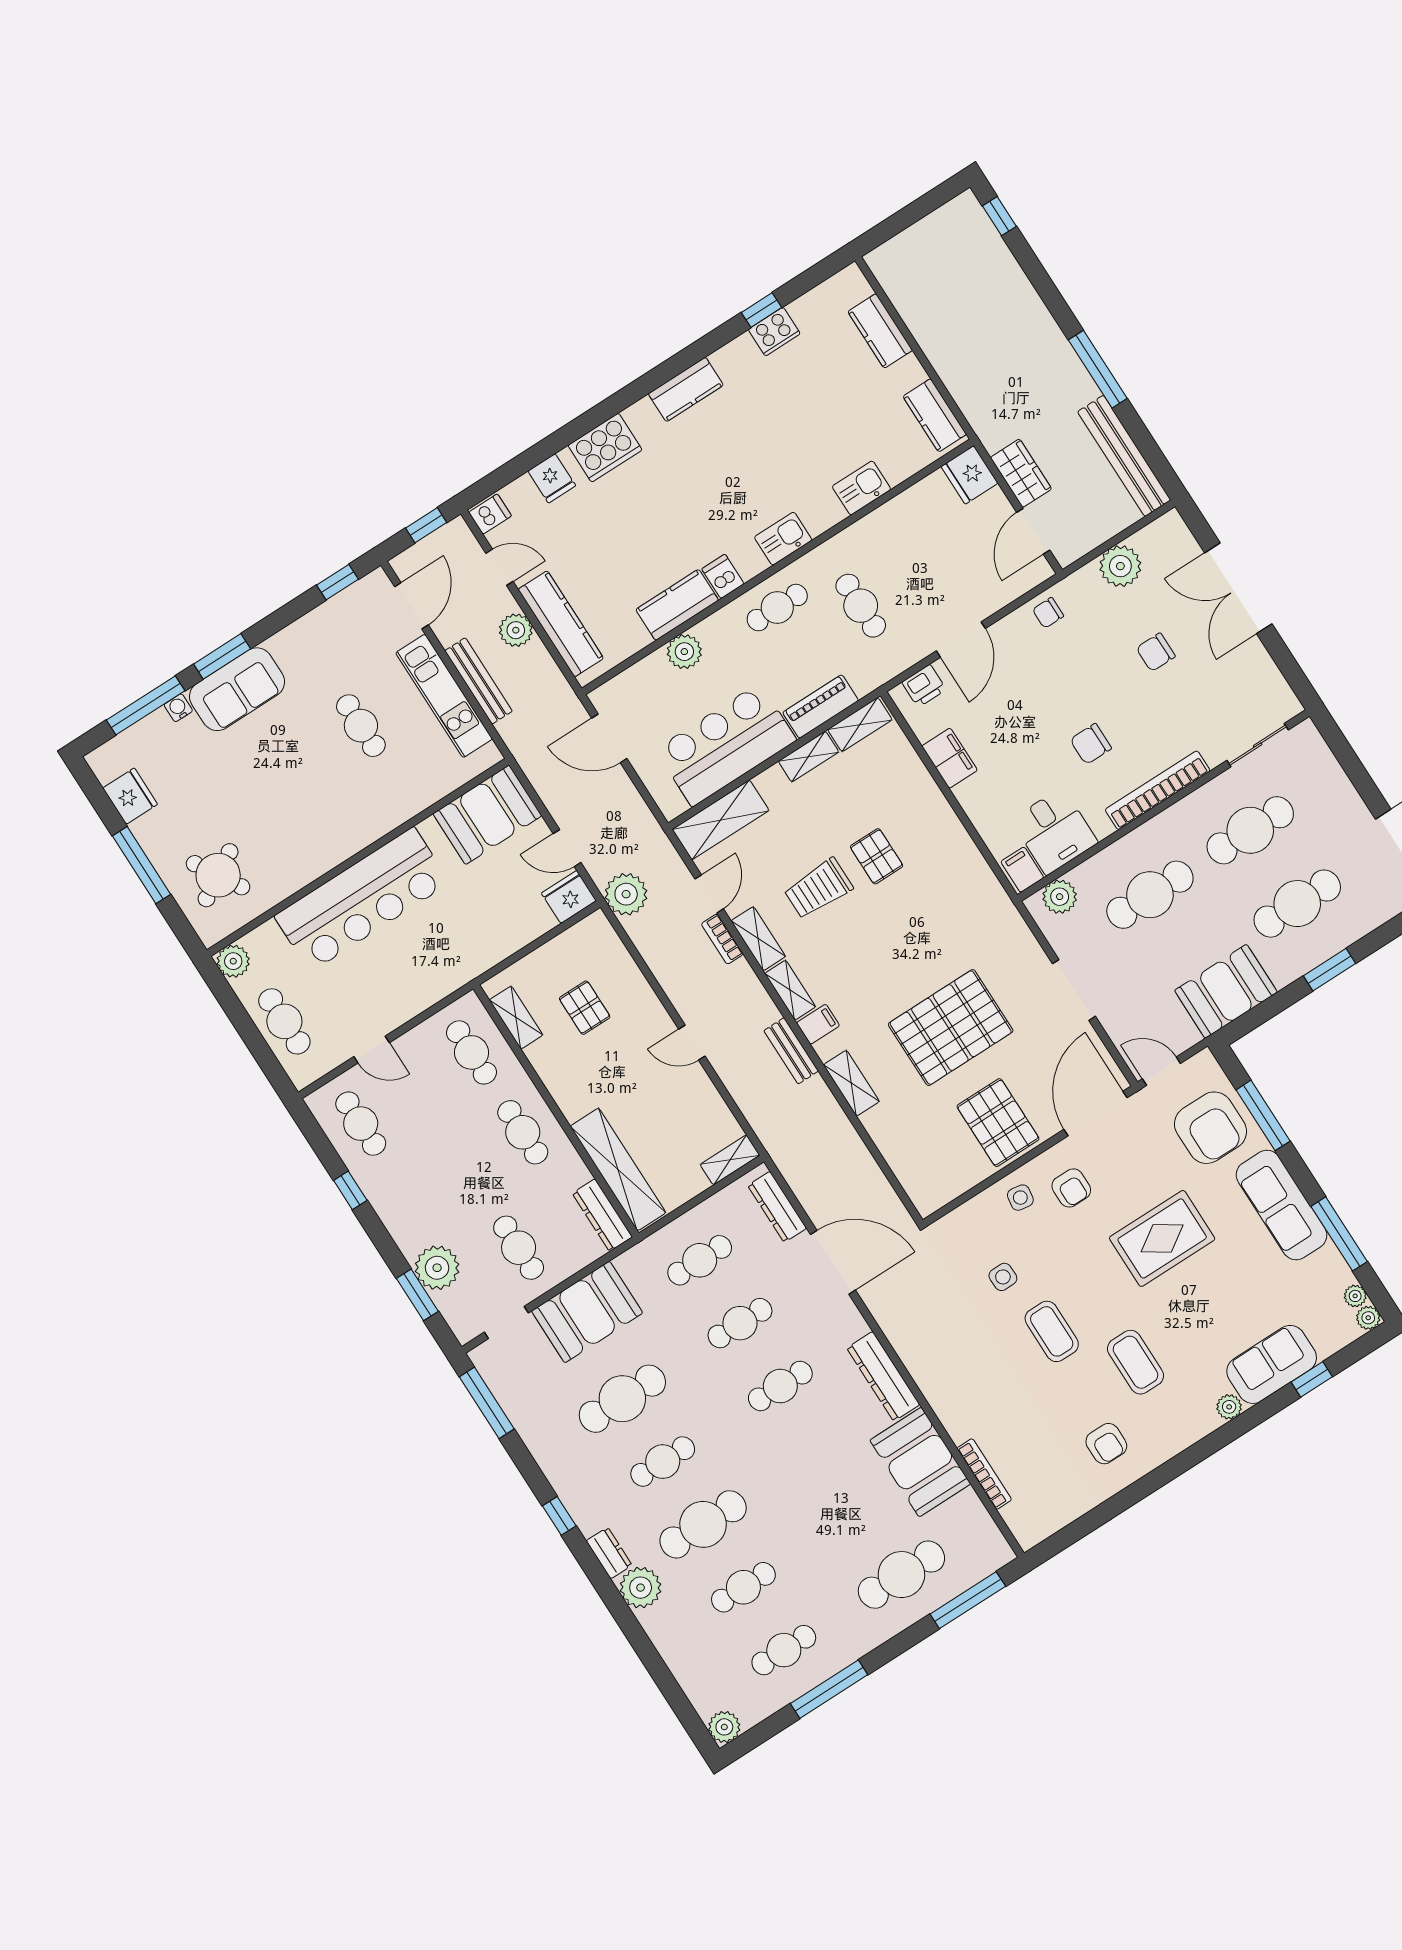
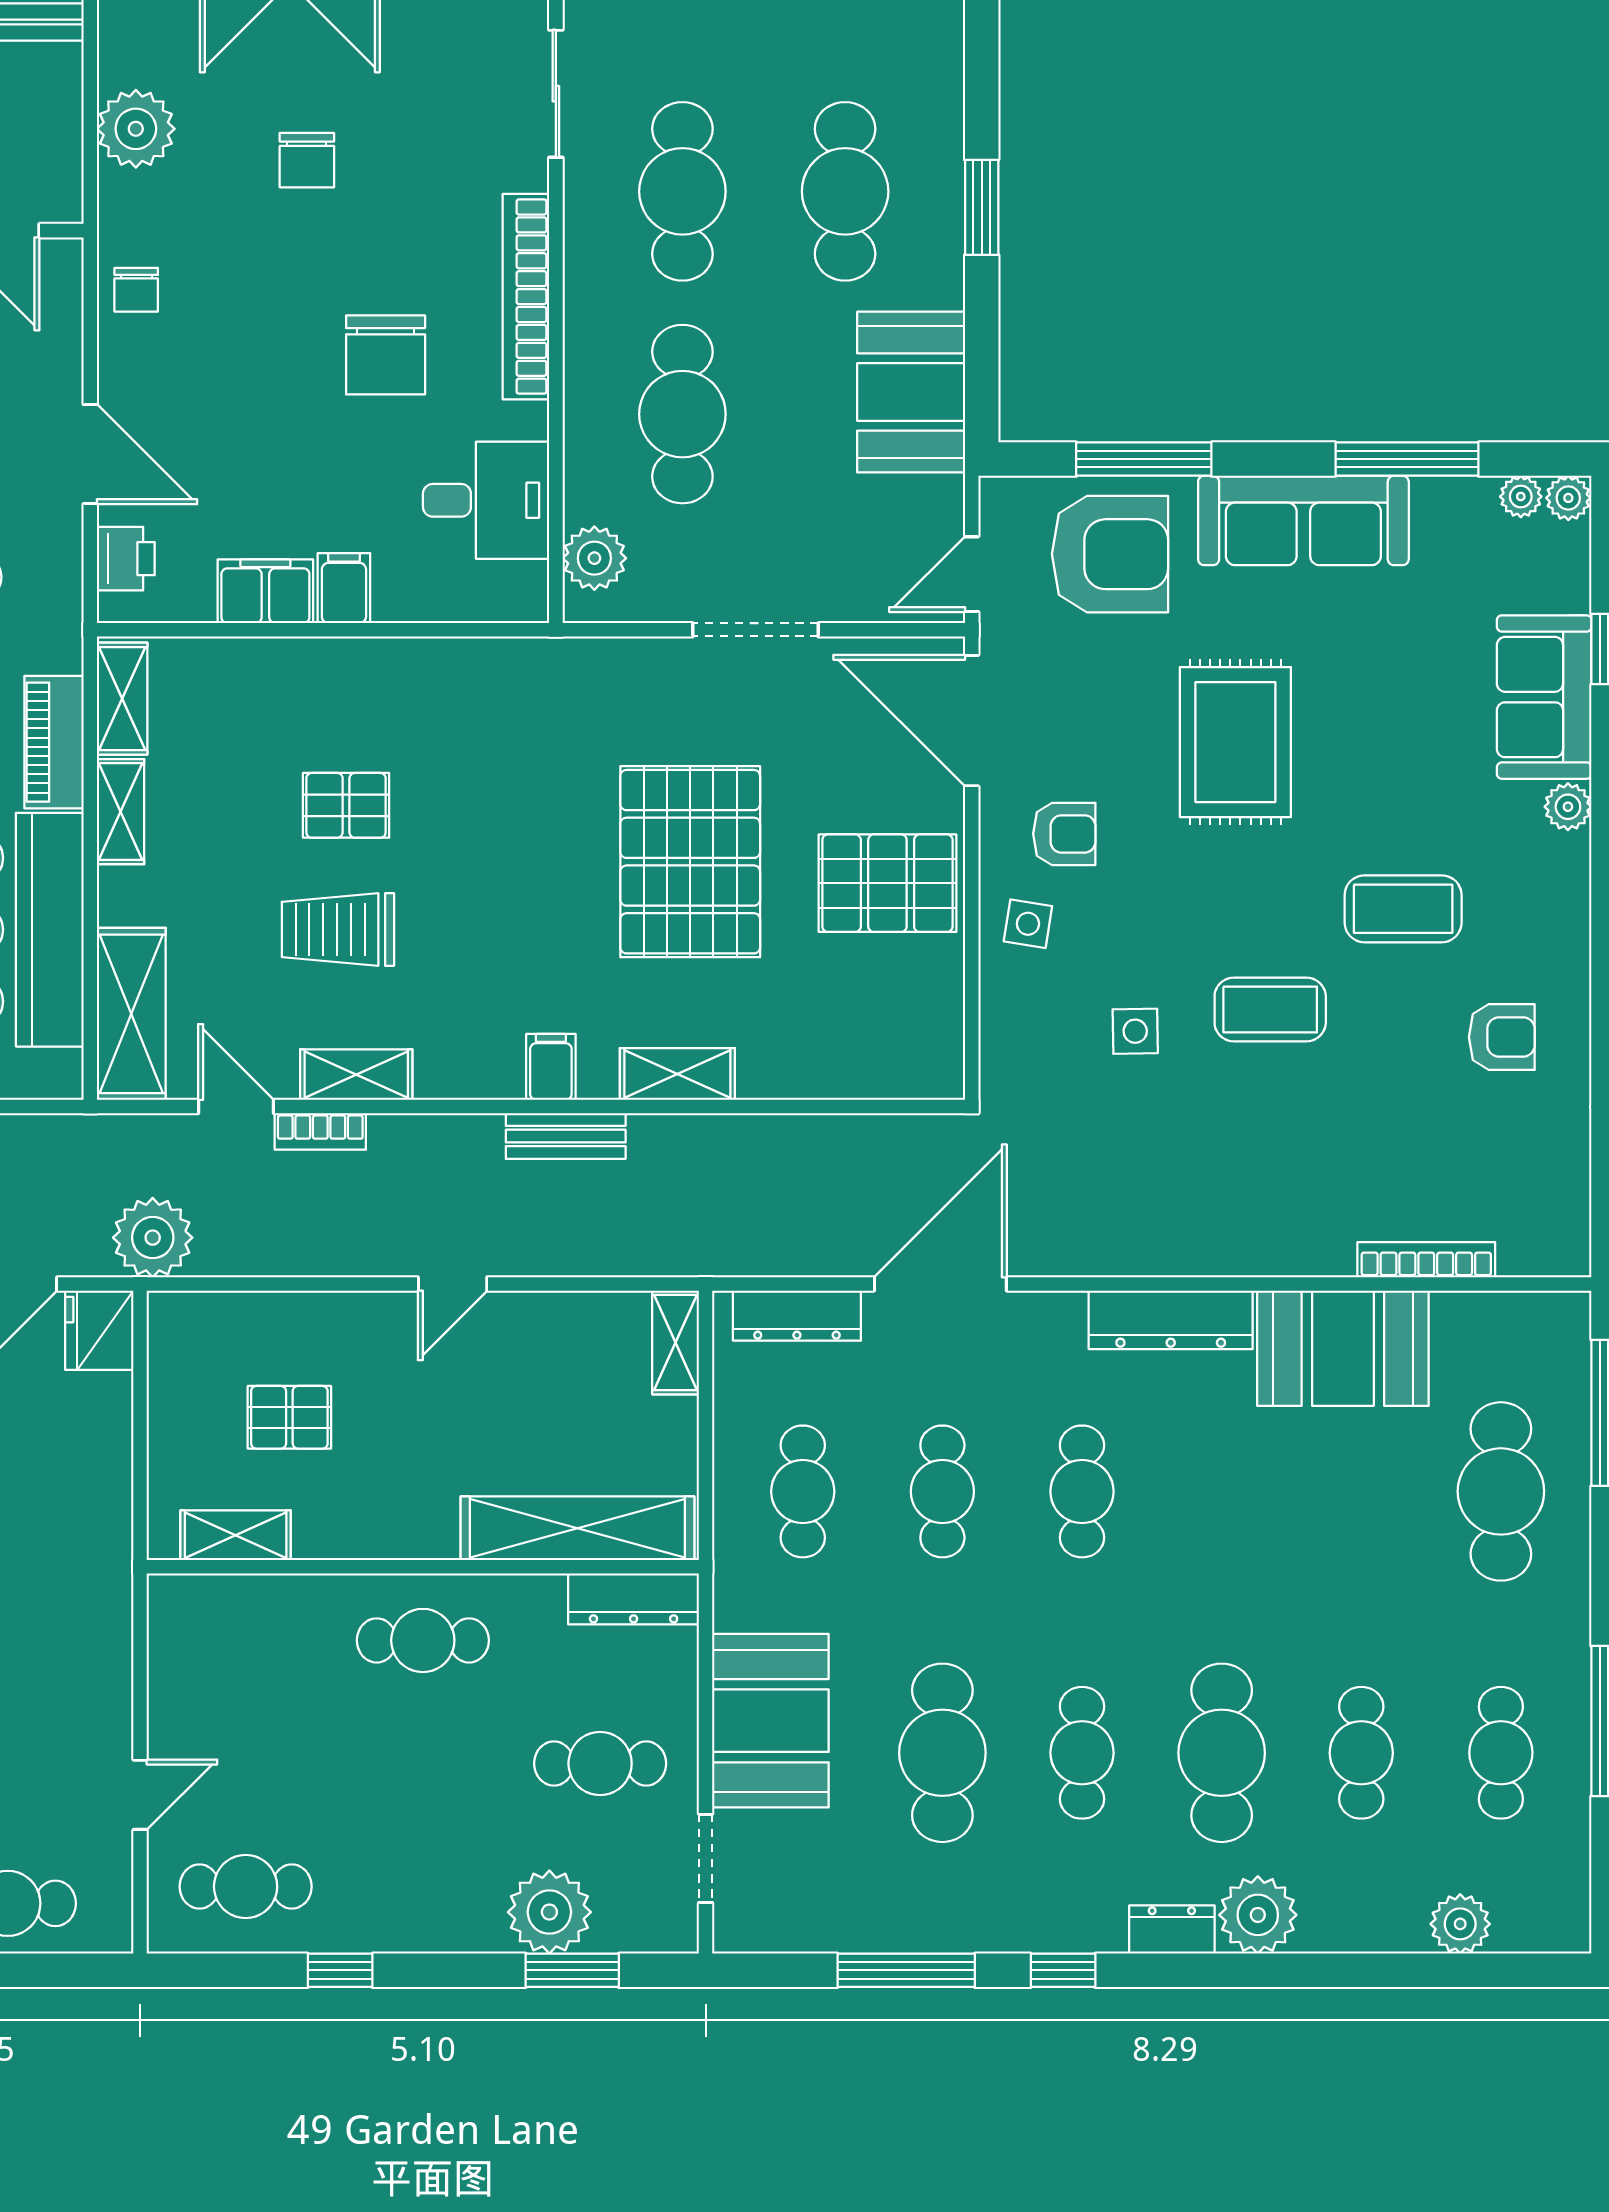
chair: (1091, 744) -> (386, 355), width x1.37, depth x1.37
filing cabinet: (1022, 870) -> (344, 588), moved, turned 90
trolley: (818, 889) -> (338, 929), turned 90
shelving: (790, 990) -> (469, 1076), removed
cafe table: (472, 1052) -> (246, 1640), removed
window: (487, 1403) -> (906, 1970), moved
plant: (724, 1727) -> (1460, 1924), moved

